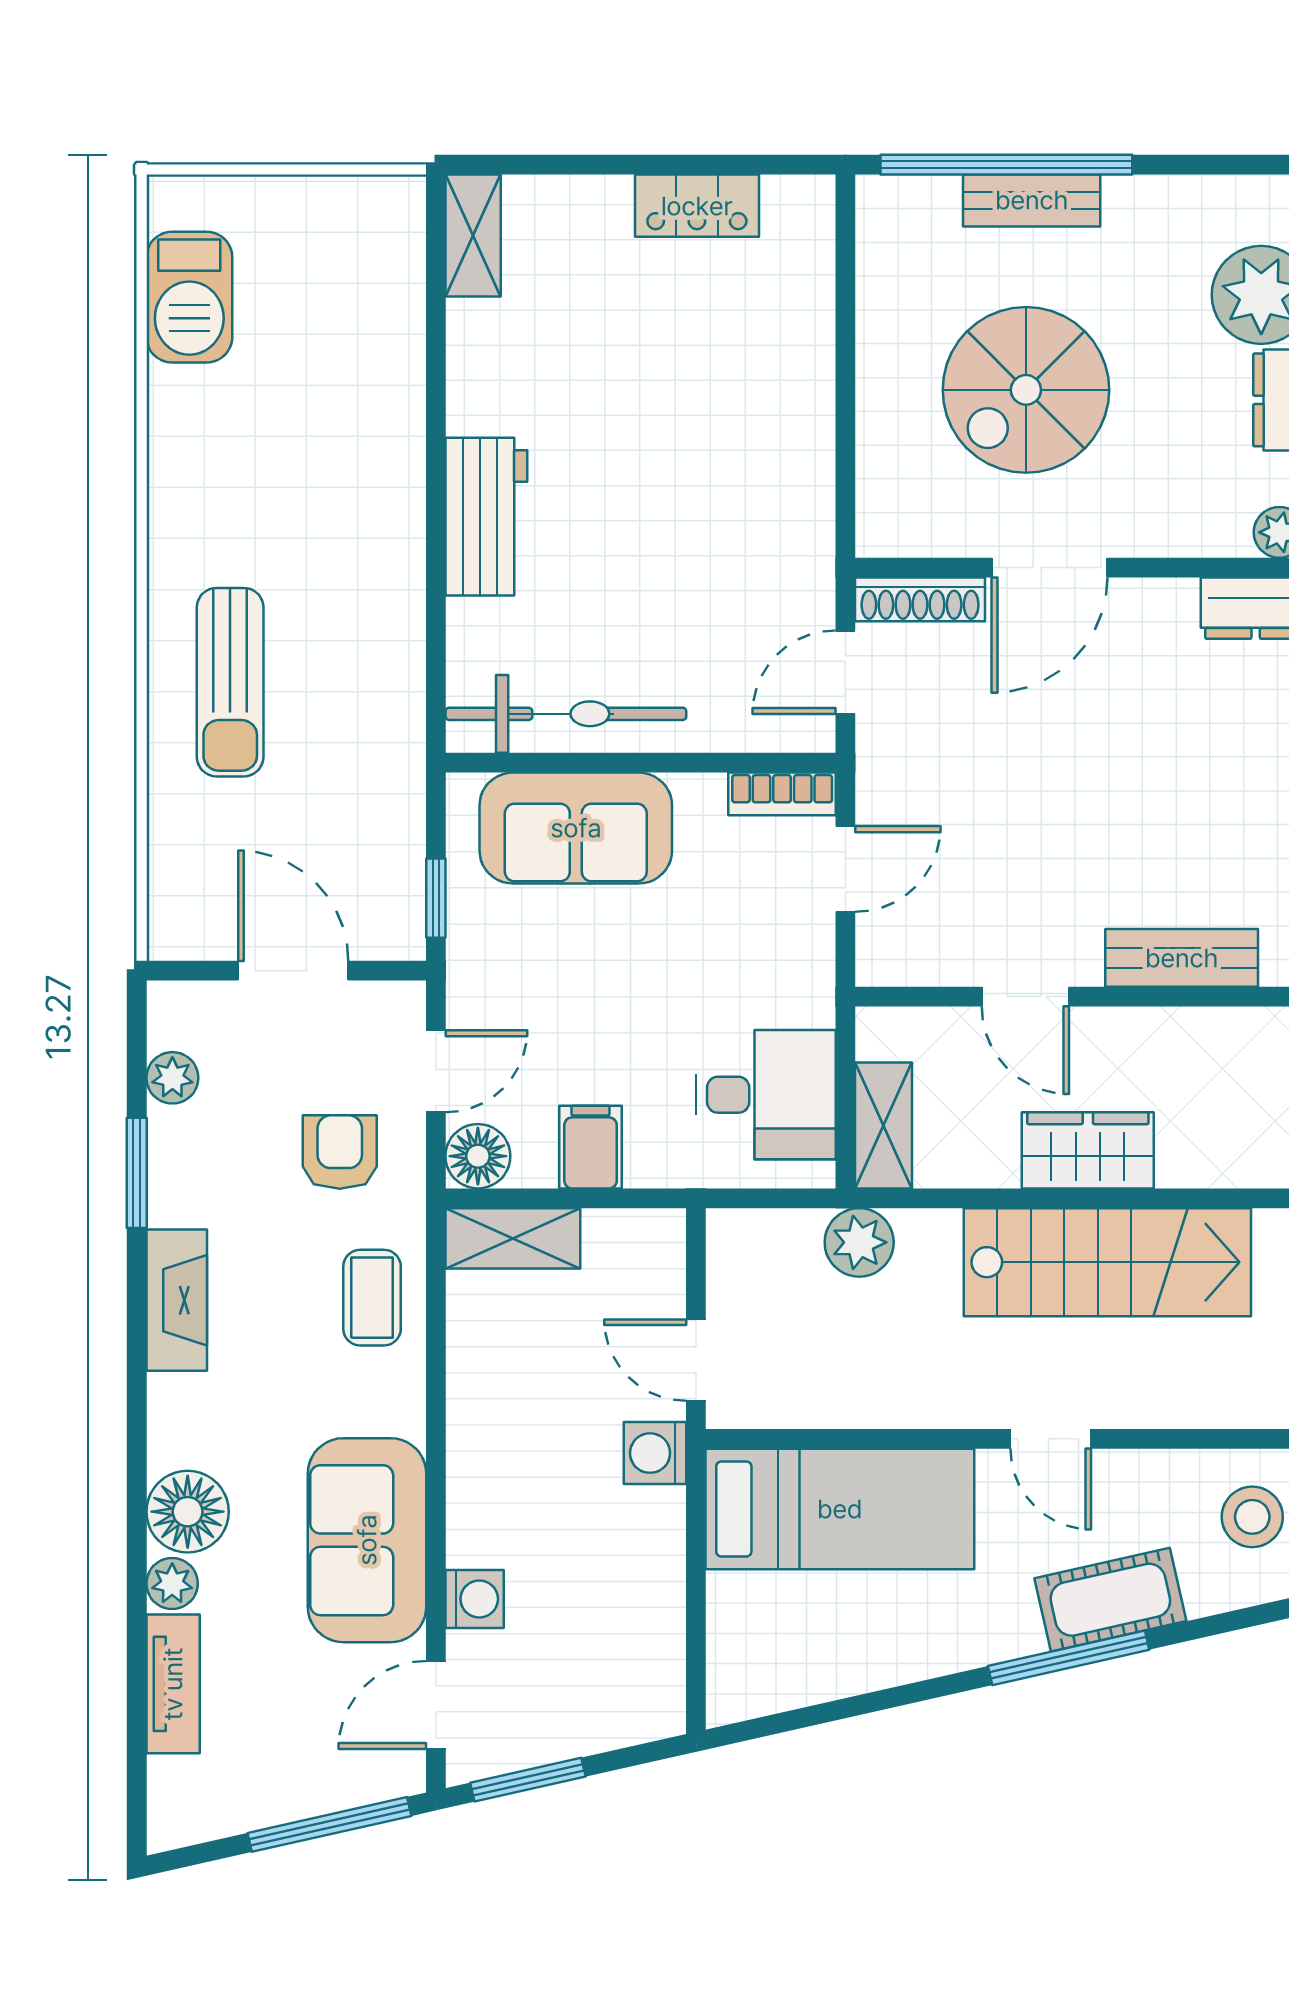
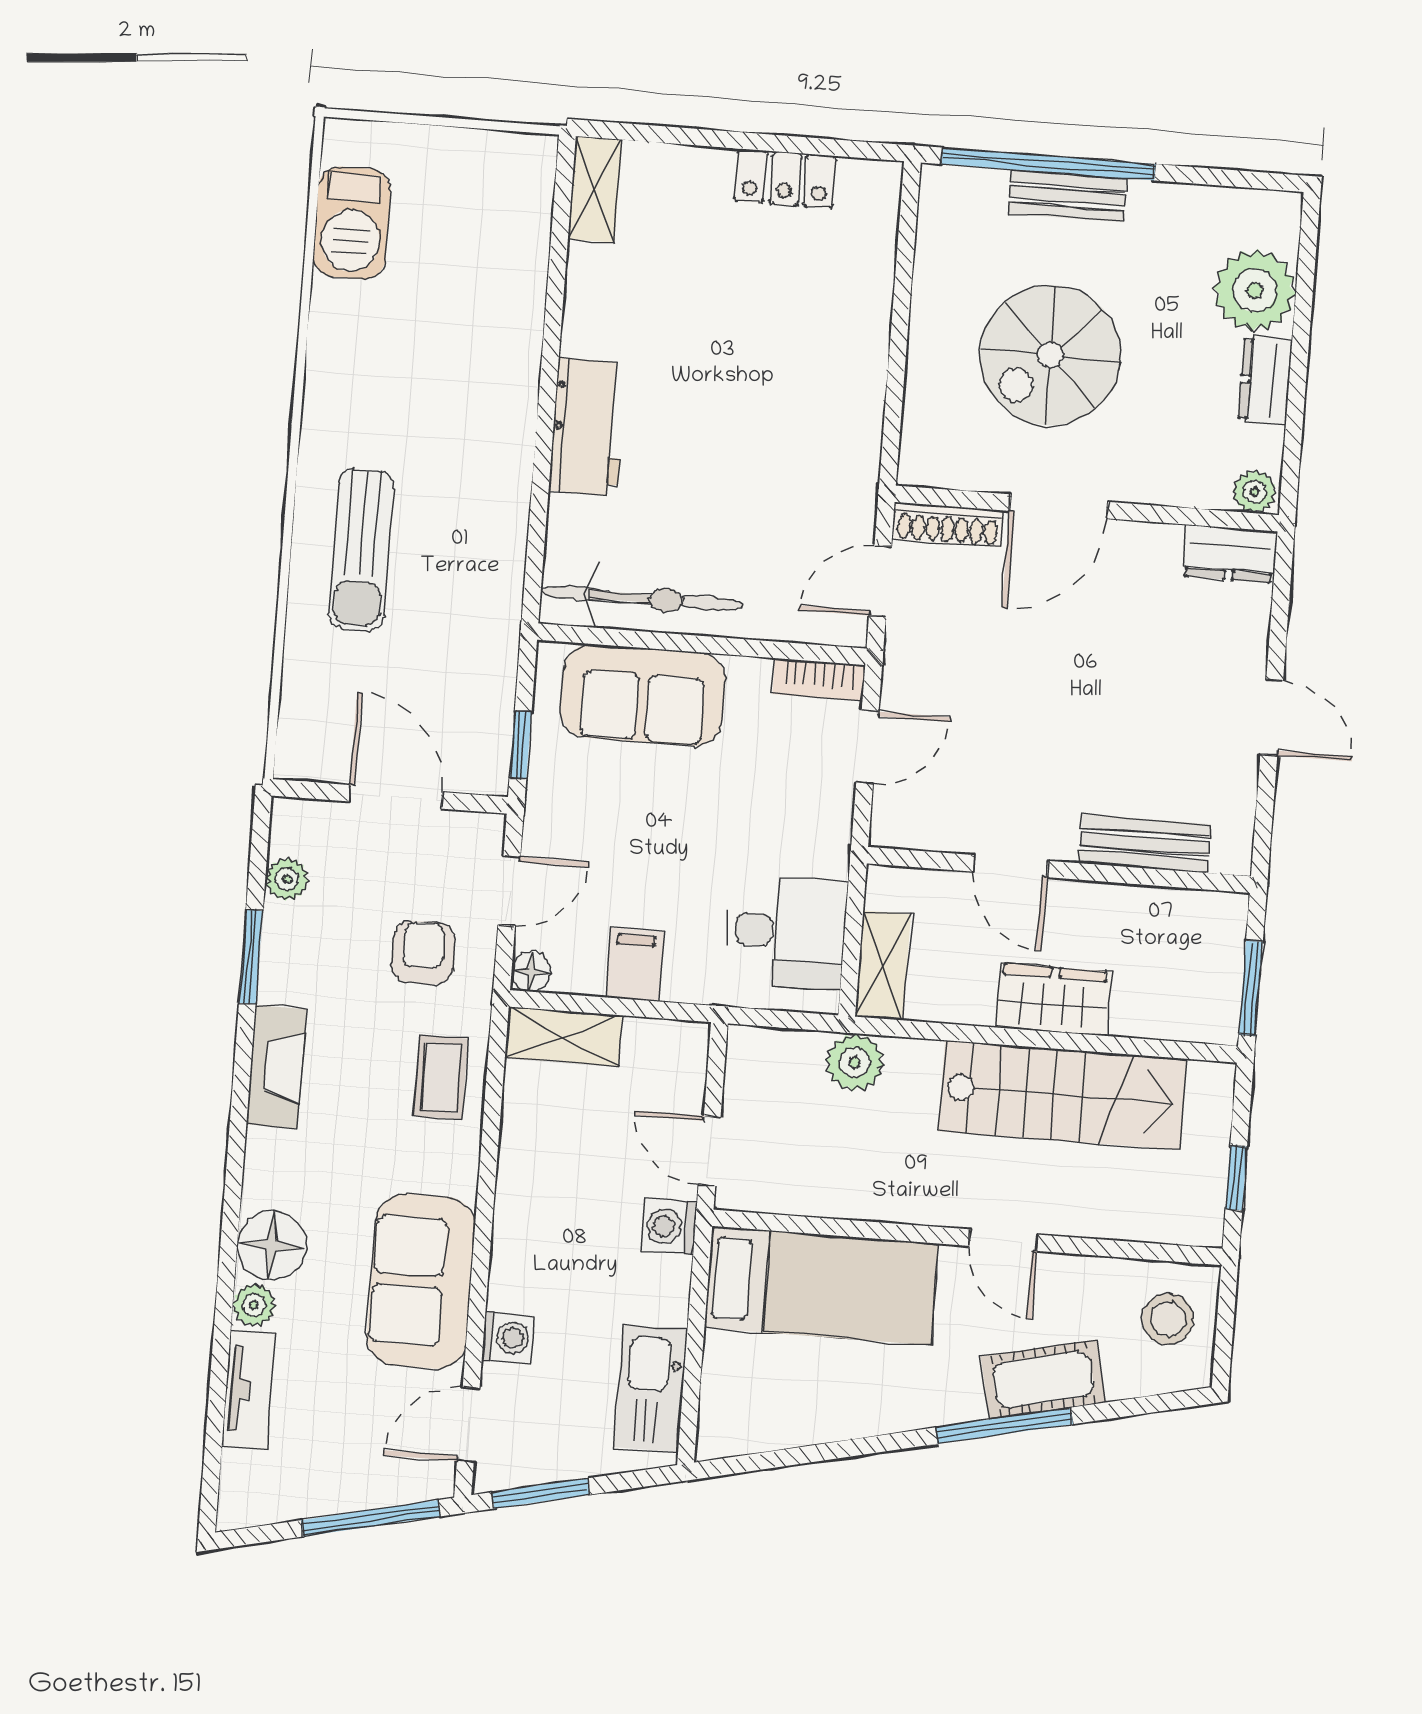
floor lamp: (478, 1156) -> (531, 972), width x0.73, depth x0.73
kitchen sink: (648, 1646) -> (651, 1389), added

